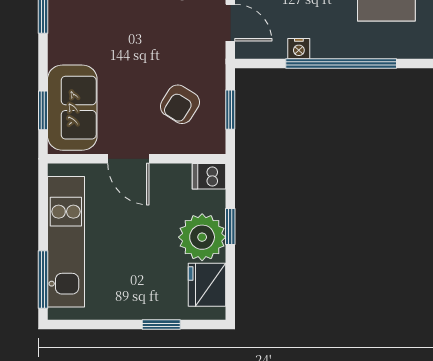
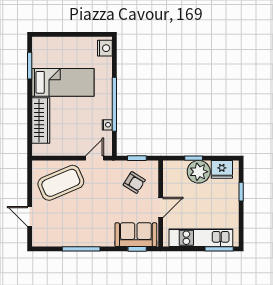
dishwasher: (209, 176) -> (169, 168), removed

